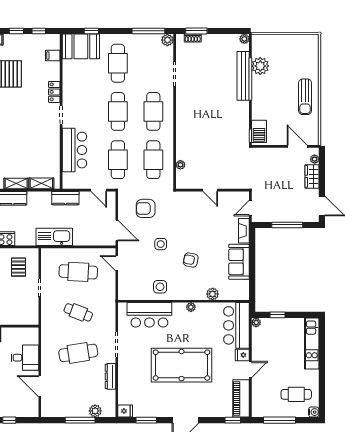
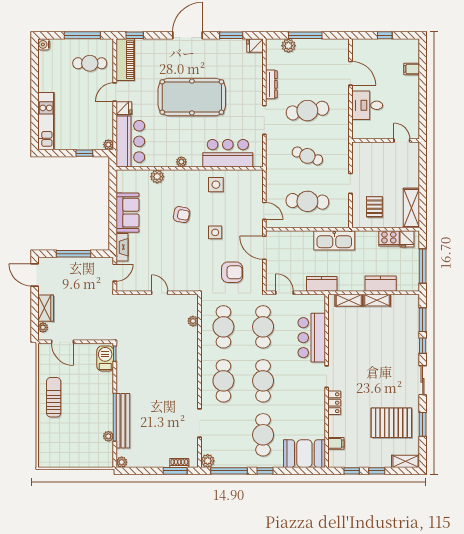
window: (91, 31) -> (265, 471), moved
plant: (260, 66) -> (108, 436), width x0.53, depth x0.53
cafe table: (296, 394) -> (90, 63), moved

